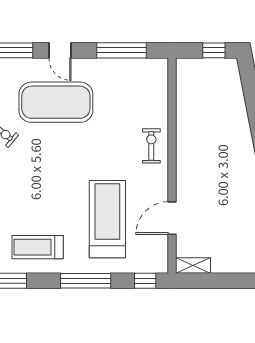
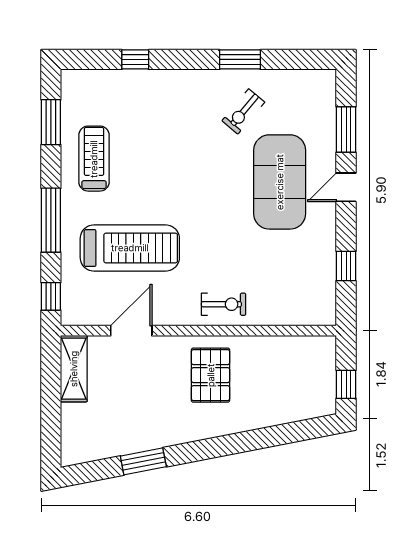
window: (121, 50) -> (346, 266), width x0.46
pallet: (207, 156) -> (211, 375), added
door: (172, 218) -> (131, 331), hinge flipped
shelving: (193, 266) -> (74, 369), width x1.50, depth x1.33

